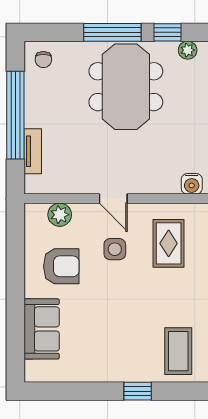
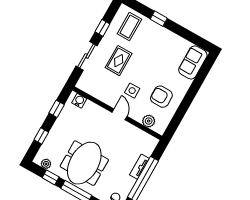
tv unit: (33, 151) -> (139, 167), moved
rug: (169, 243) -> (119, 61), moved
sofa: (42, 329) -> (193, 62), moved

